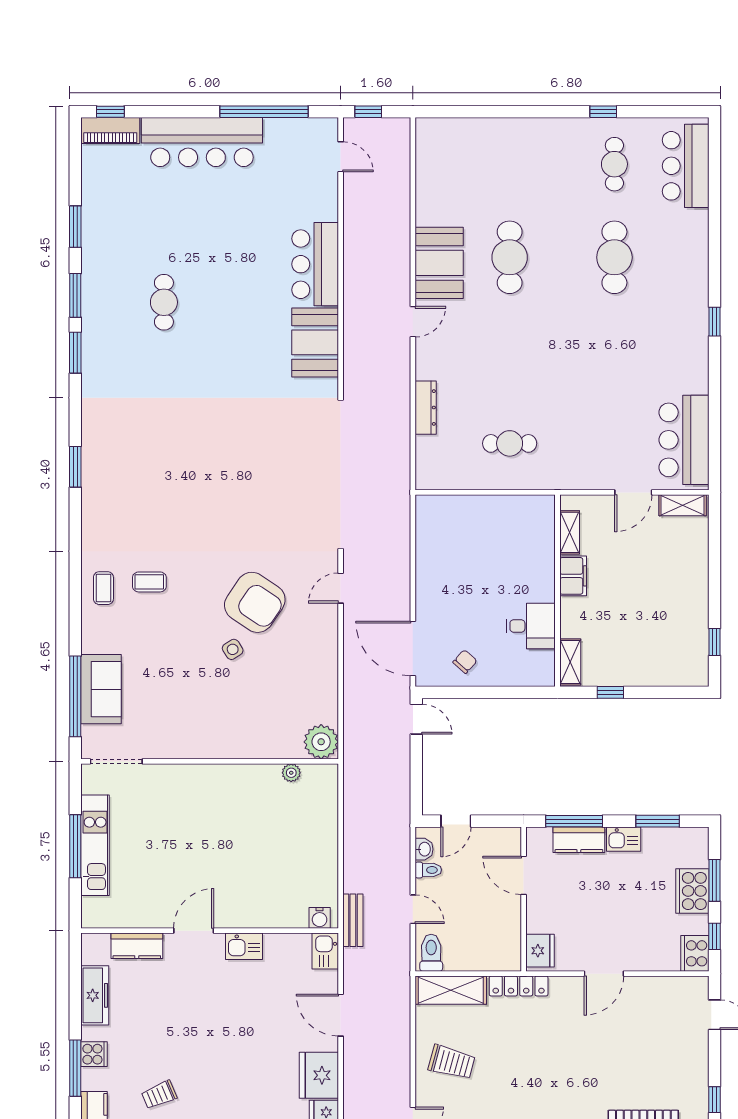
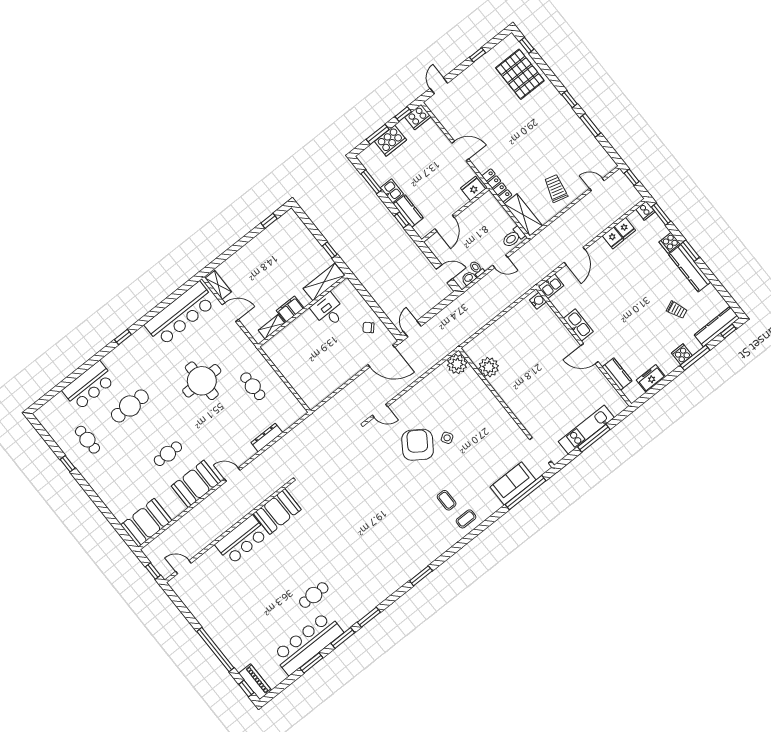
window: (264, 112) -> (215, 650), moved
bar counter: (202, 142) -> (308, 643), moved, turned -90
booth: (440, 154) -> (146, 523), added
door: (341, 157) -> (183, 567), hinge flipped
cafe table: (614, 164) -> (87, 440), turned 90
bar counter: (686, 166) -> (89, 386), moved
cafe table: (510, 257) -> (168, 454), width x0.73, depth x0.74
round table: (571, 381) -> (202, 381), added
bar counter: (684, 440) -> (180, 314), width x1.36
door: (413, 648) -> (381, 356), hinge flipped
shelving: (570, 662) -> (324, 282), width x1.50, depth x1.33
plant: (291, 773) -> (489, 367), width x1.88, depth x1.88
window: (574, 821) -> (402, 220), width x0.46
door: (413, 909) -> (500, 261), swing flipped
bench: (353, 920) -> (527, 285), removed
kitchen sink: (244, 946) -> (578, 325), width x1.38
freezer: (95, 995) -> (651, 378), width x0.71
fridge: (319, 1075) -> (613, 238), width x0.53, depth x0.75

